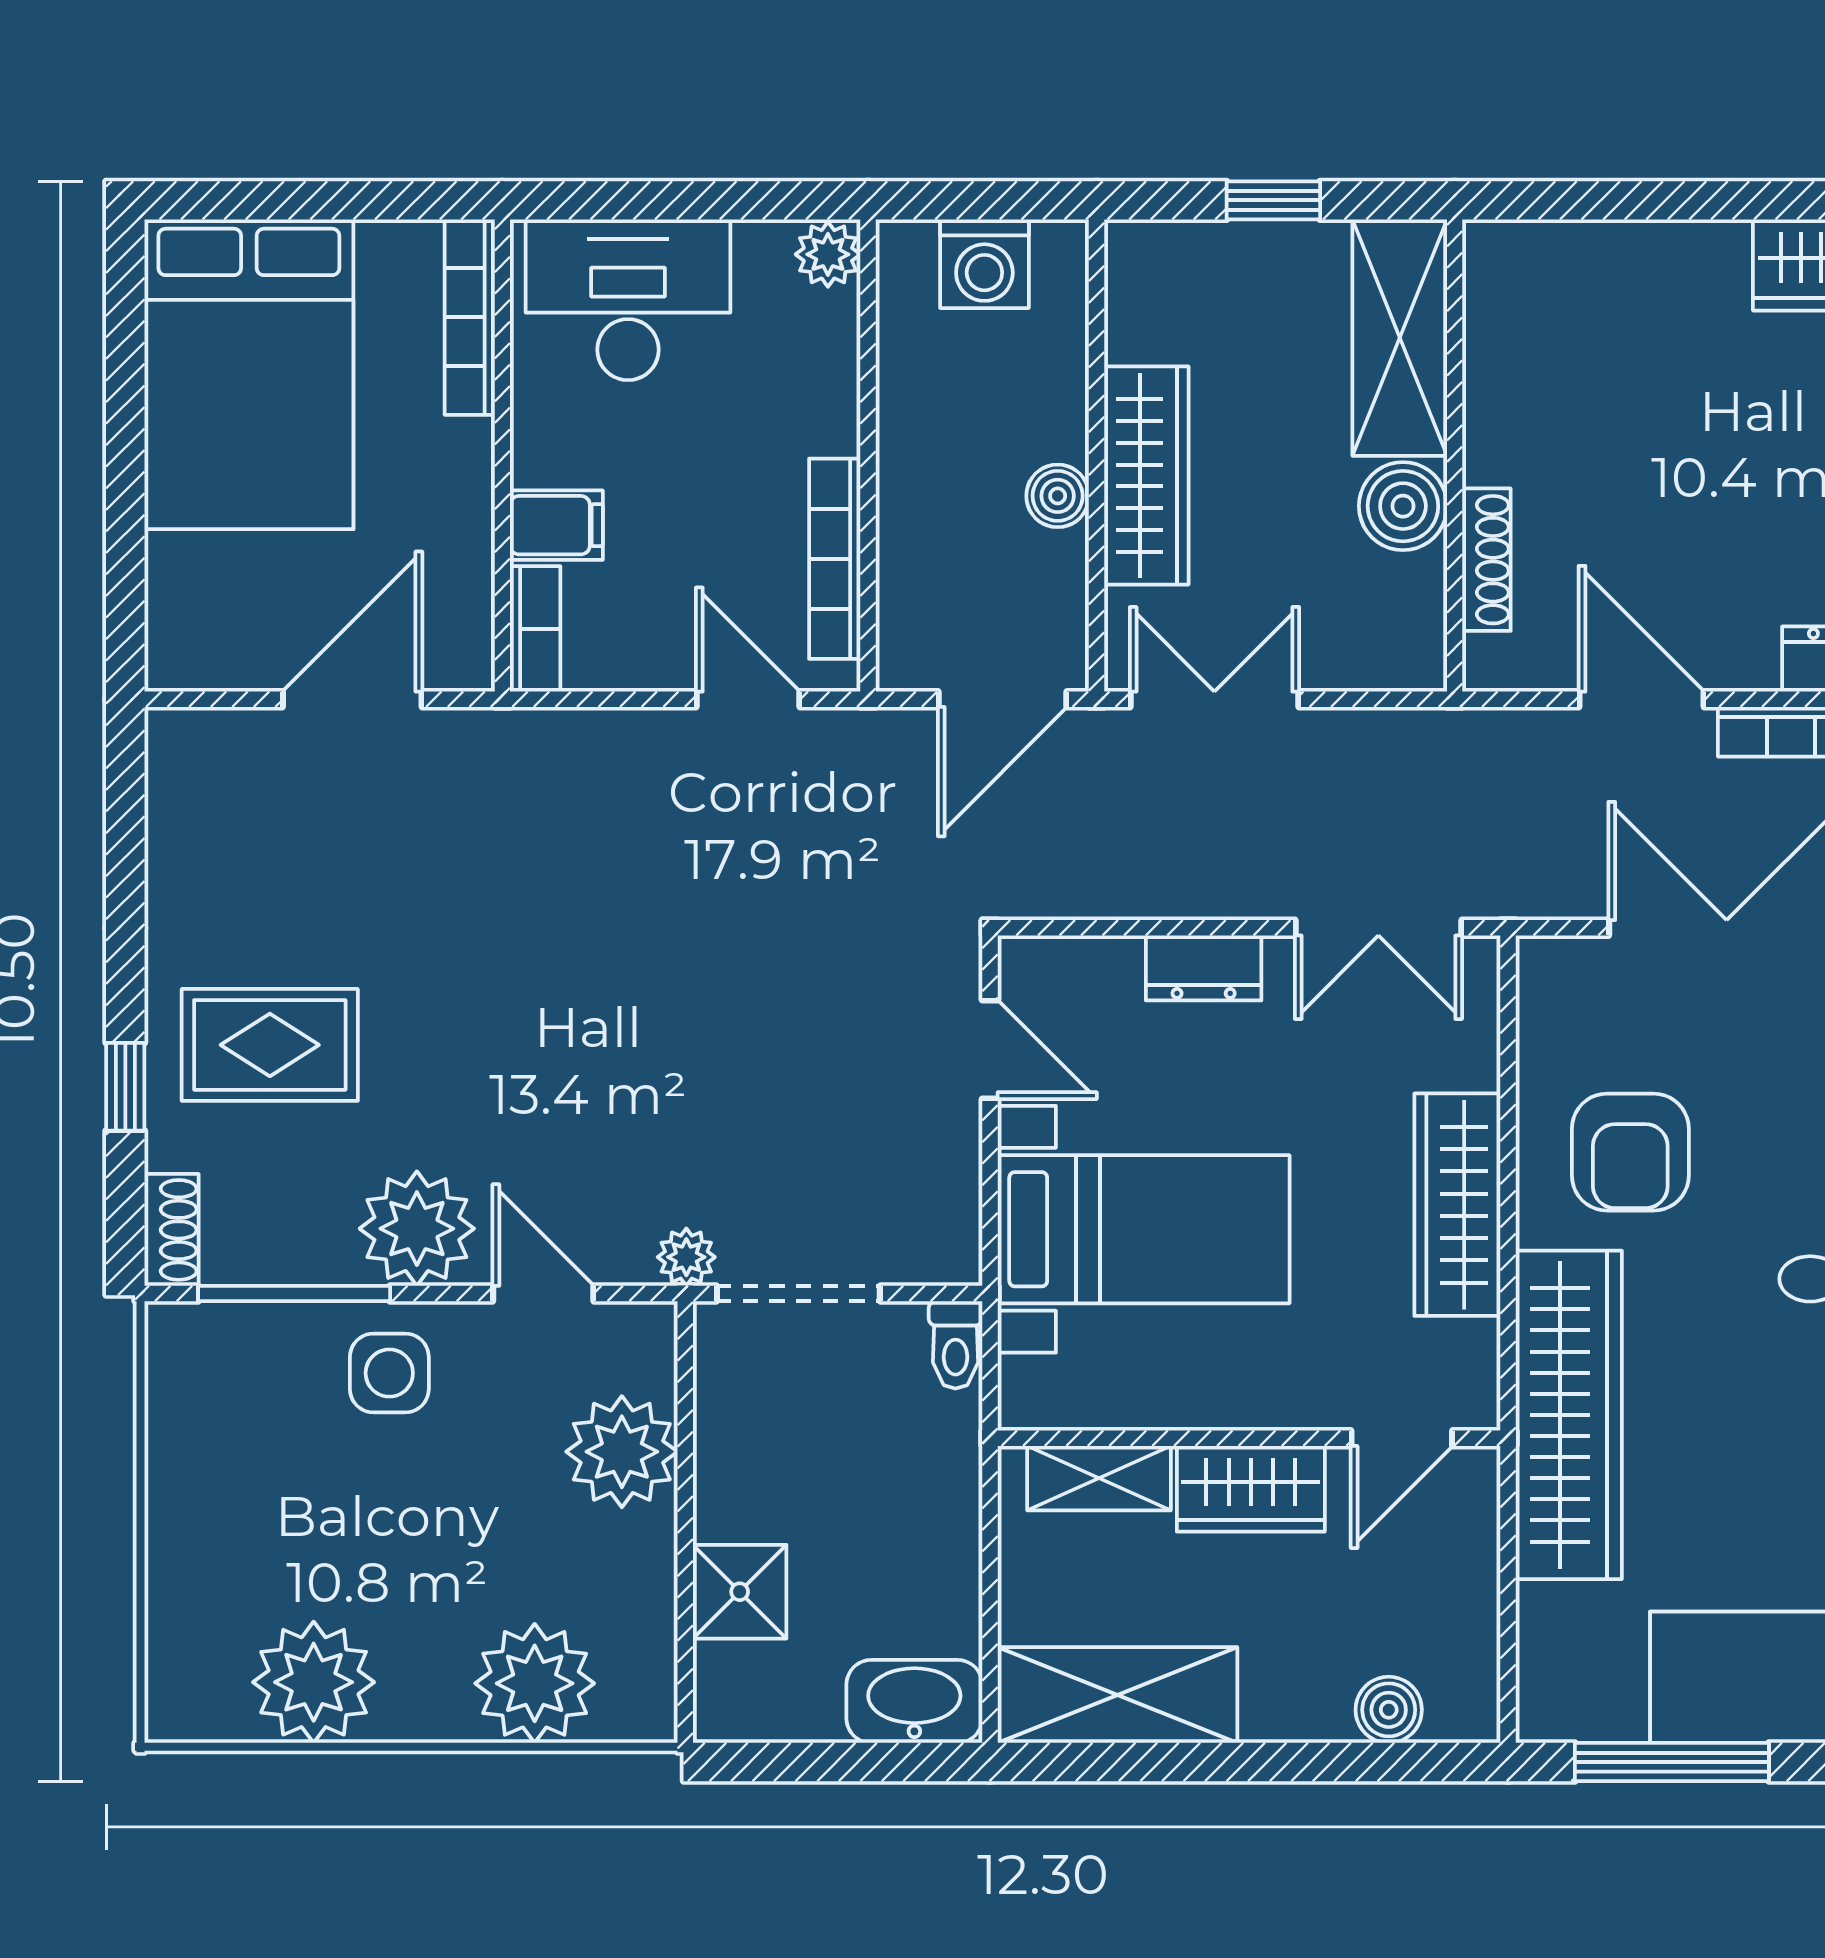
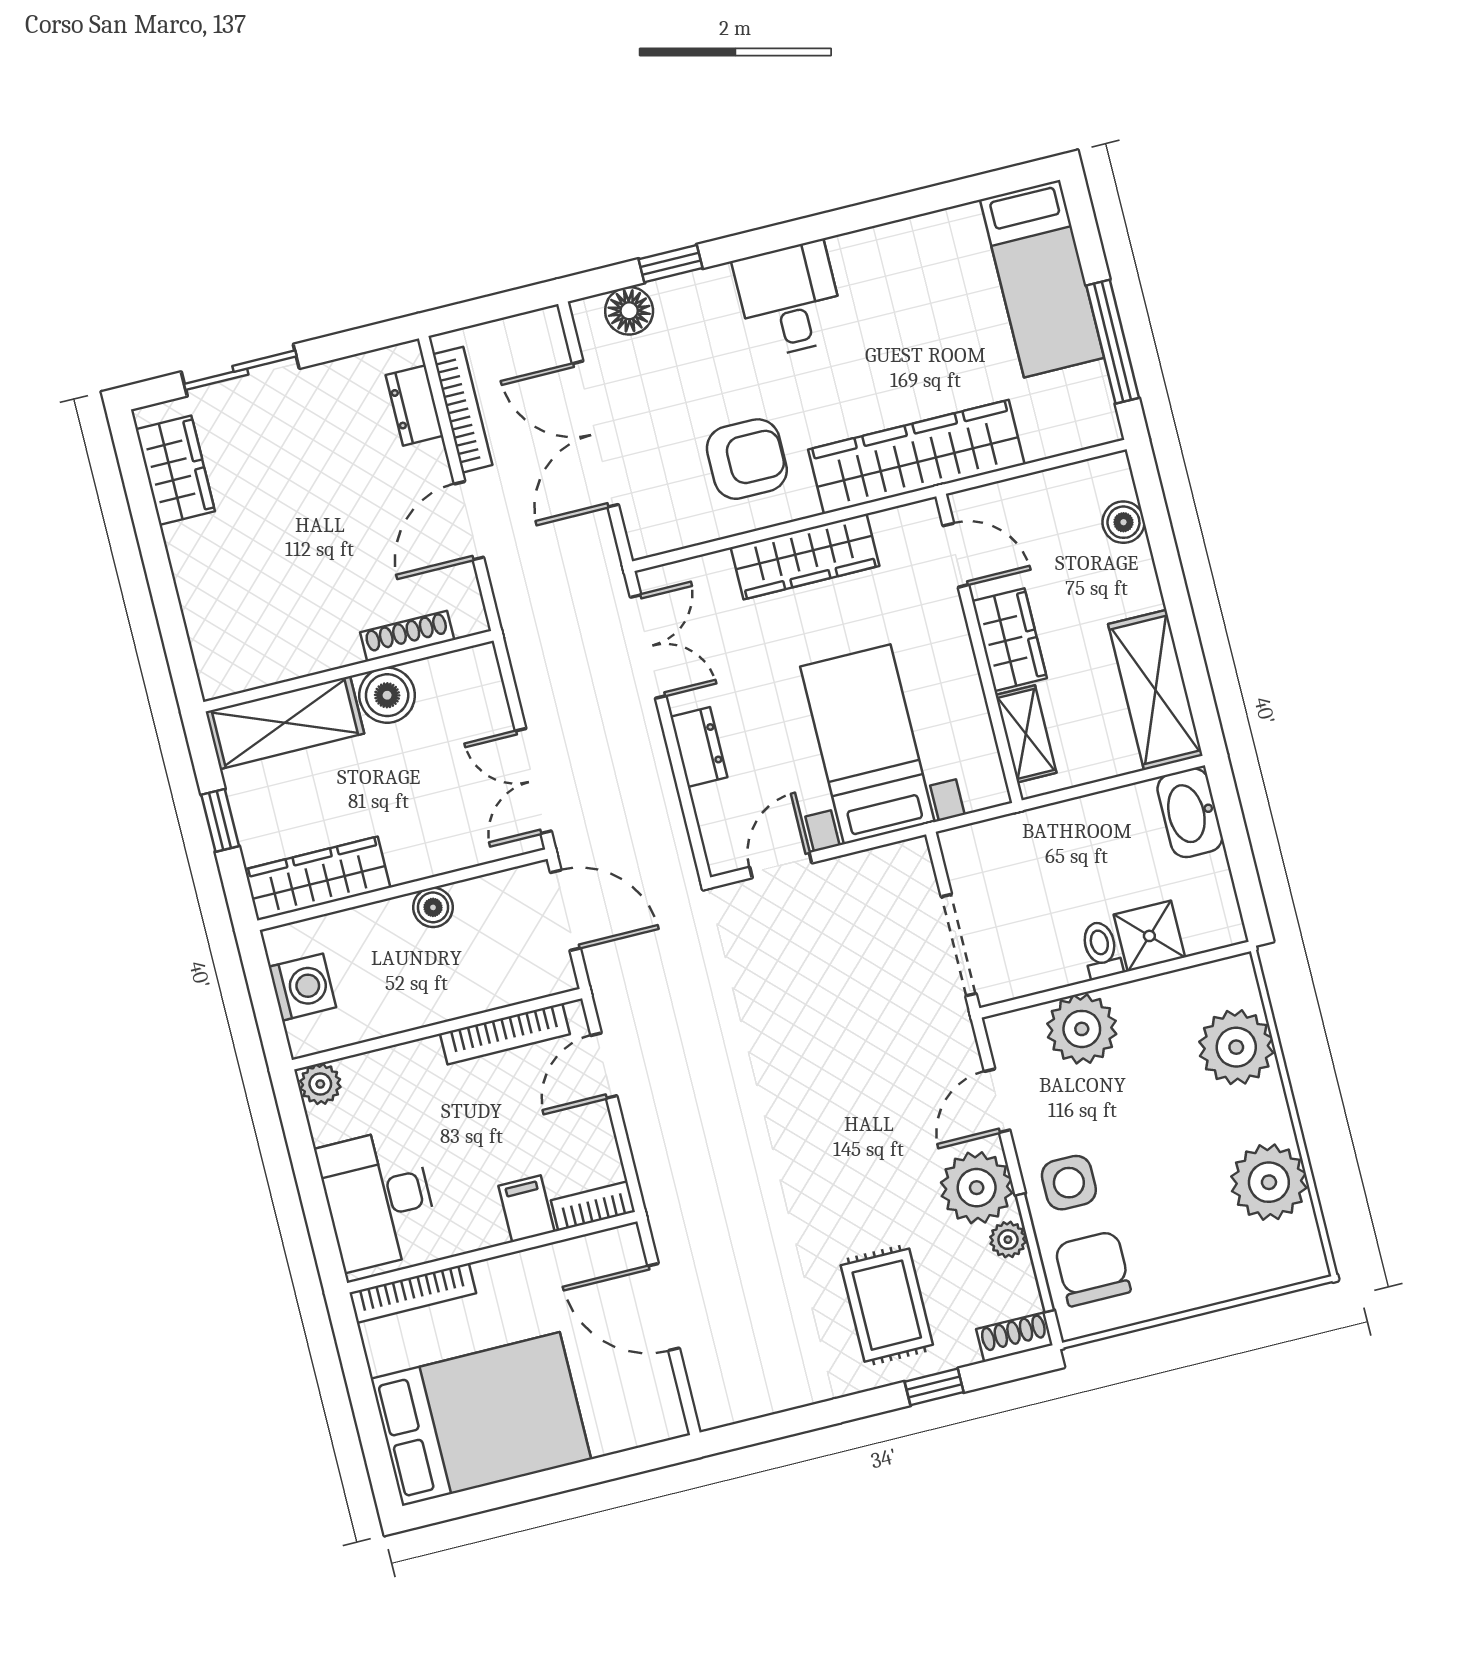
wardrobe: (1146, 475) -> (317, 878), moved
plant: (686, 1257) -> (1008, 1240), moved
toilet: (955, 1345) -> (1101, 950), moved, turned -90
chair: (248, 1377) -> (1093, 1269), added

